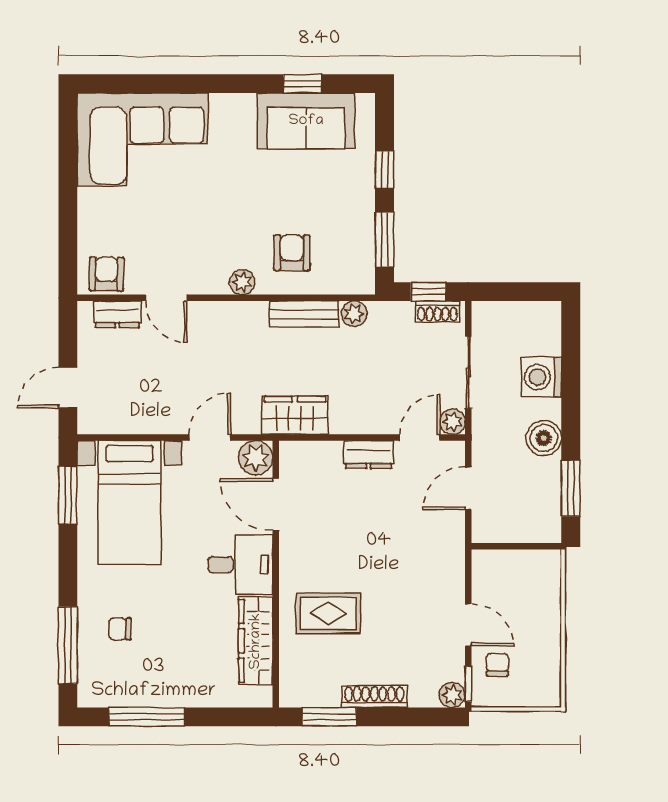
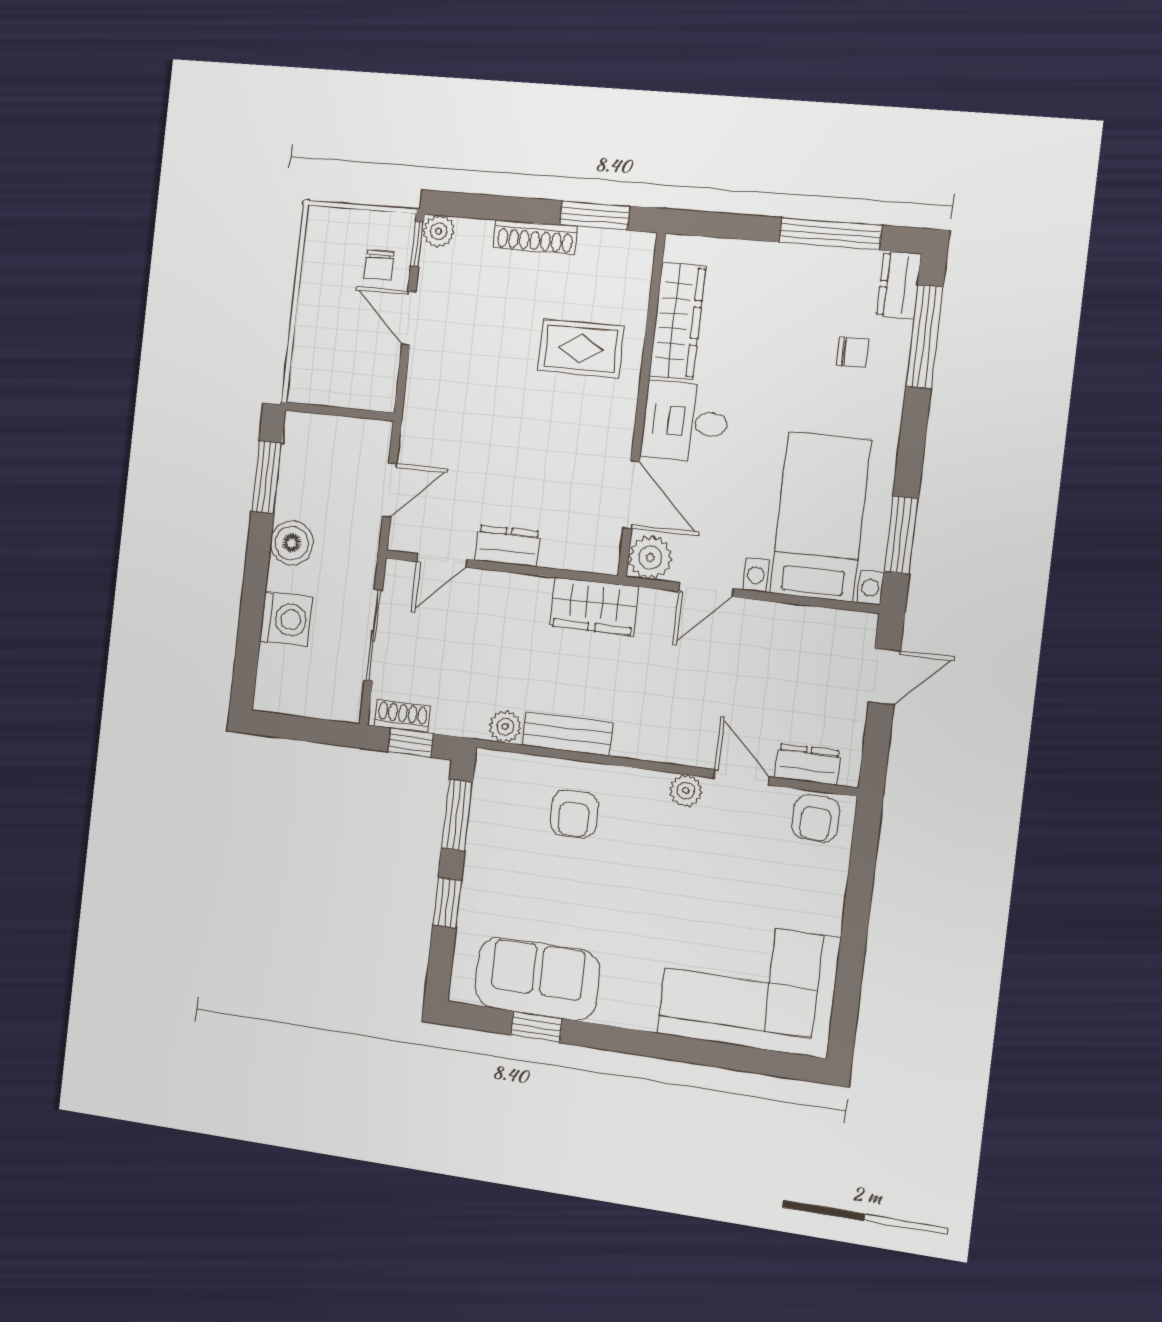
plant: (242, 282) -> (686, 791), moved
plant: (453, 422) -> (399, 576), removed
dresser: (91, 683) -> (899, 285), added

